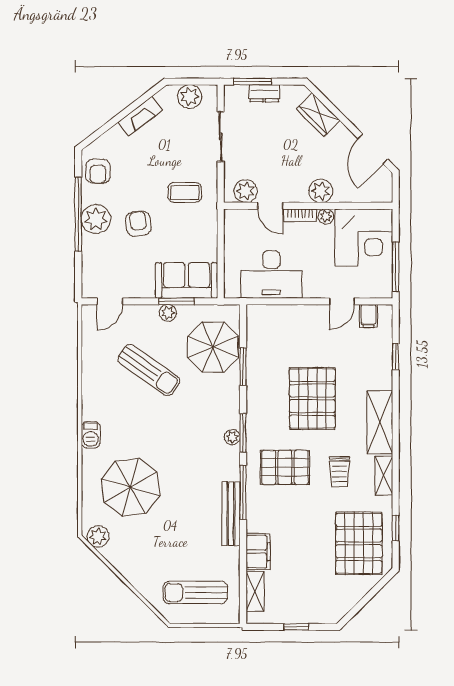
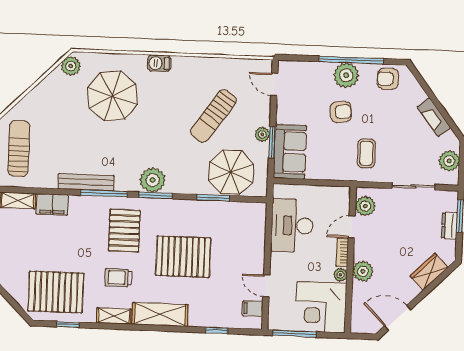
plant: (232, 437) -> (153, 180), width x1.88, depth x1.88

